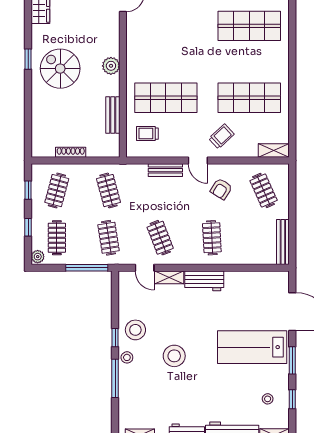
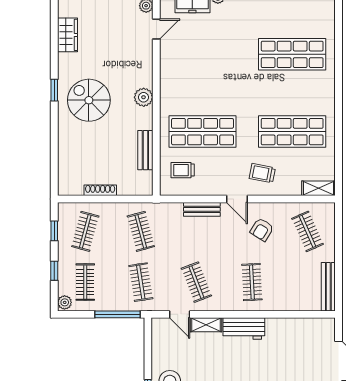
trolley: (221, 136) -> (262, 173), turned -126

